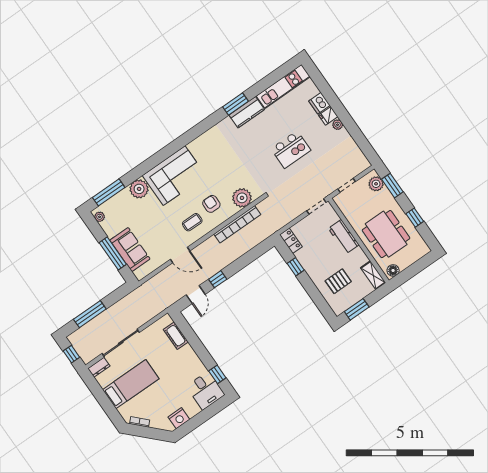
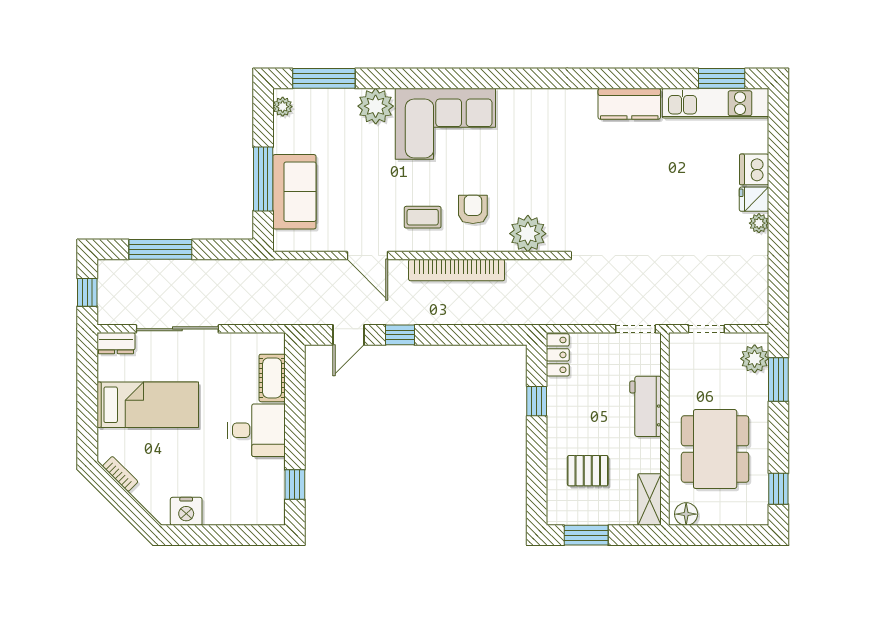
window: (236, 104) -> (722, 78), moved
kitchen island: (291, 149) -> (658, 211), removed
window: (415, 218) -> (778, 489), moved
bookcase: (237, 224) -> (457, 270), moved
desk: (205, 390) -> (257, 430), moved, turned -90

